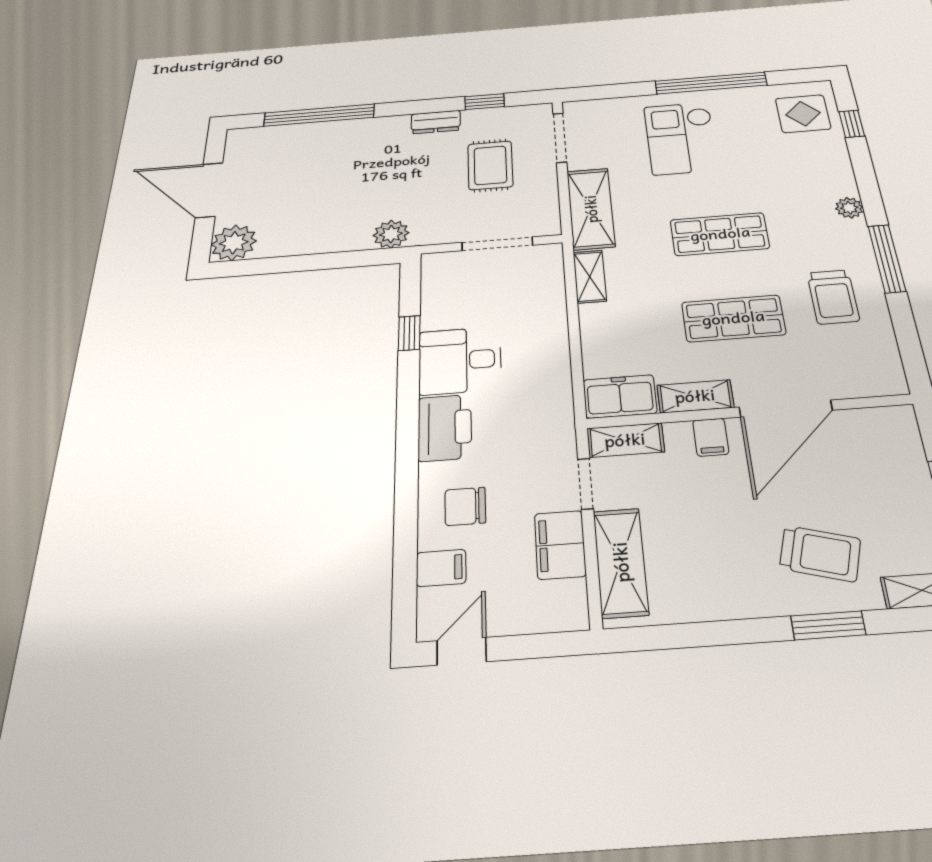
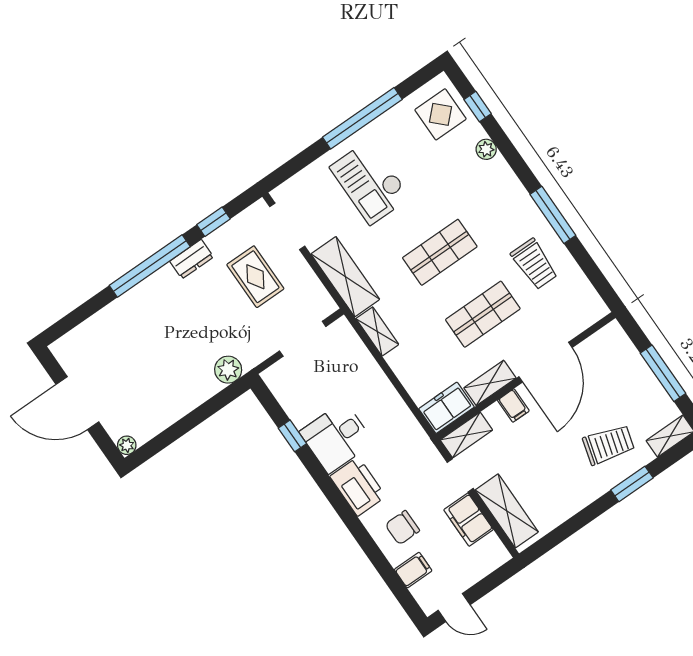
window: (319, 115) -> (150, 266), moved
plant: (849, 208) -> (486, 149), moved
plant: (234, 243) -> (127, 445), width x0.53, depth x0.53
door: (462, 651) -> (454, 608), swing flipped

